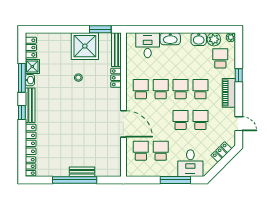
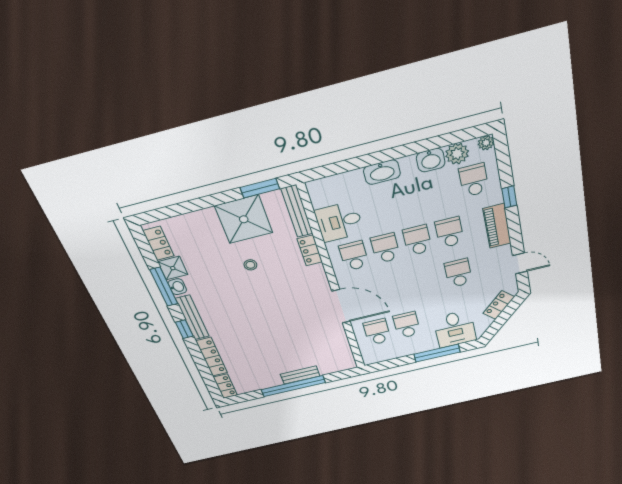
desk: (148, 45) -> (339, 222), moved, turned -90
school desk: (181, 120) -> (427, 281), removed

